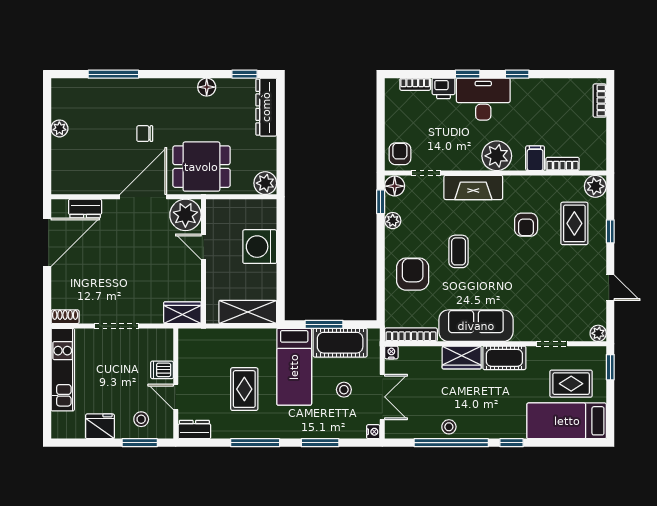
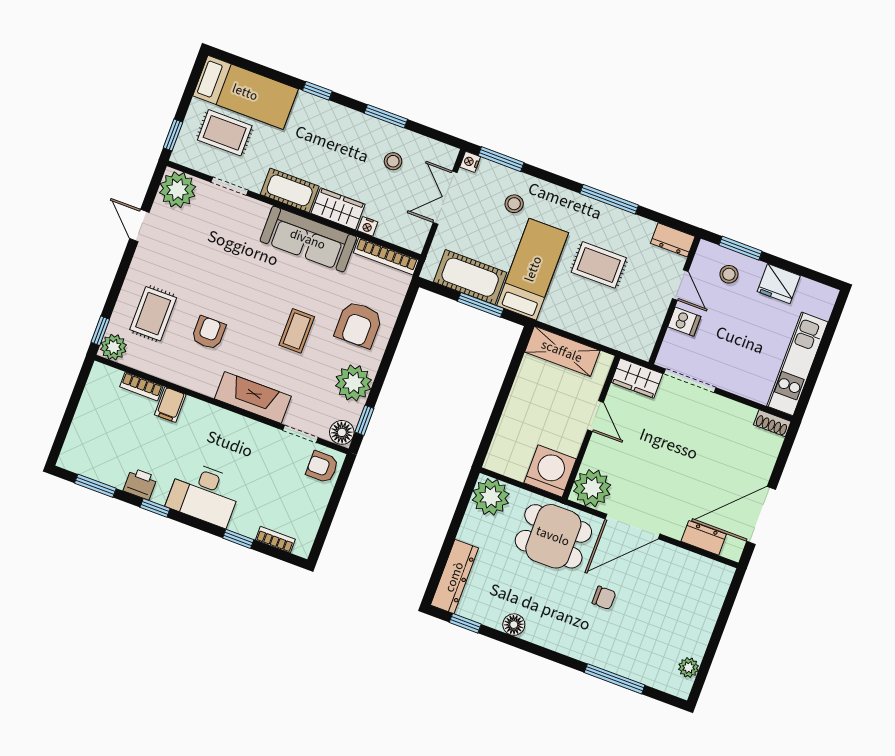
window: (468, 74) -> (238, 539), moved
window: (570, 74) -> (95, 486), added
printer: (443, 88) -> (140, 484), moved
bookcase: (600, 101) -> (72, 443), removed
plant: (59, 128) -> (689, 668), moved
armchair: (400, 154) -> (322, 467), turned 90
plant: (497, 156) -> (213, 424), removed
plant: (265, 183) -> (491, 497), width x1.36, depth x1.36
plant: (393, 221) -> (353, 383), width x1.87, depth x1.87
window: (610, 231) -> (100, 331), moved
door: (204, 247) -> (595, 416), moved
washing machine: (260, 247) -> (550, 471), moved, turned -90
doorway: (116, 326) -> (690, 381), moved
plant: (598, 333) -> (178, 190), width x1.88, depth x1.88
nightstand: (391, 352) -> (368, 226), moved
rug: (244, 389) -> (599, 265), turned 90
stool: (344, 390) -> (514, 204), moved
stool: (449, 427) -> (393, 161), moved
window: (320, 443) -> (501, 159), moved
window: (451, 443) -> (386, 116), width x0.47

